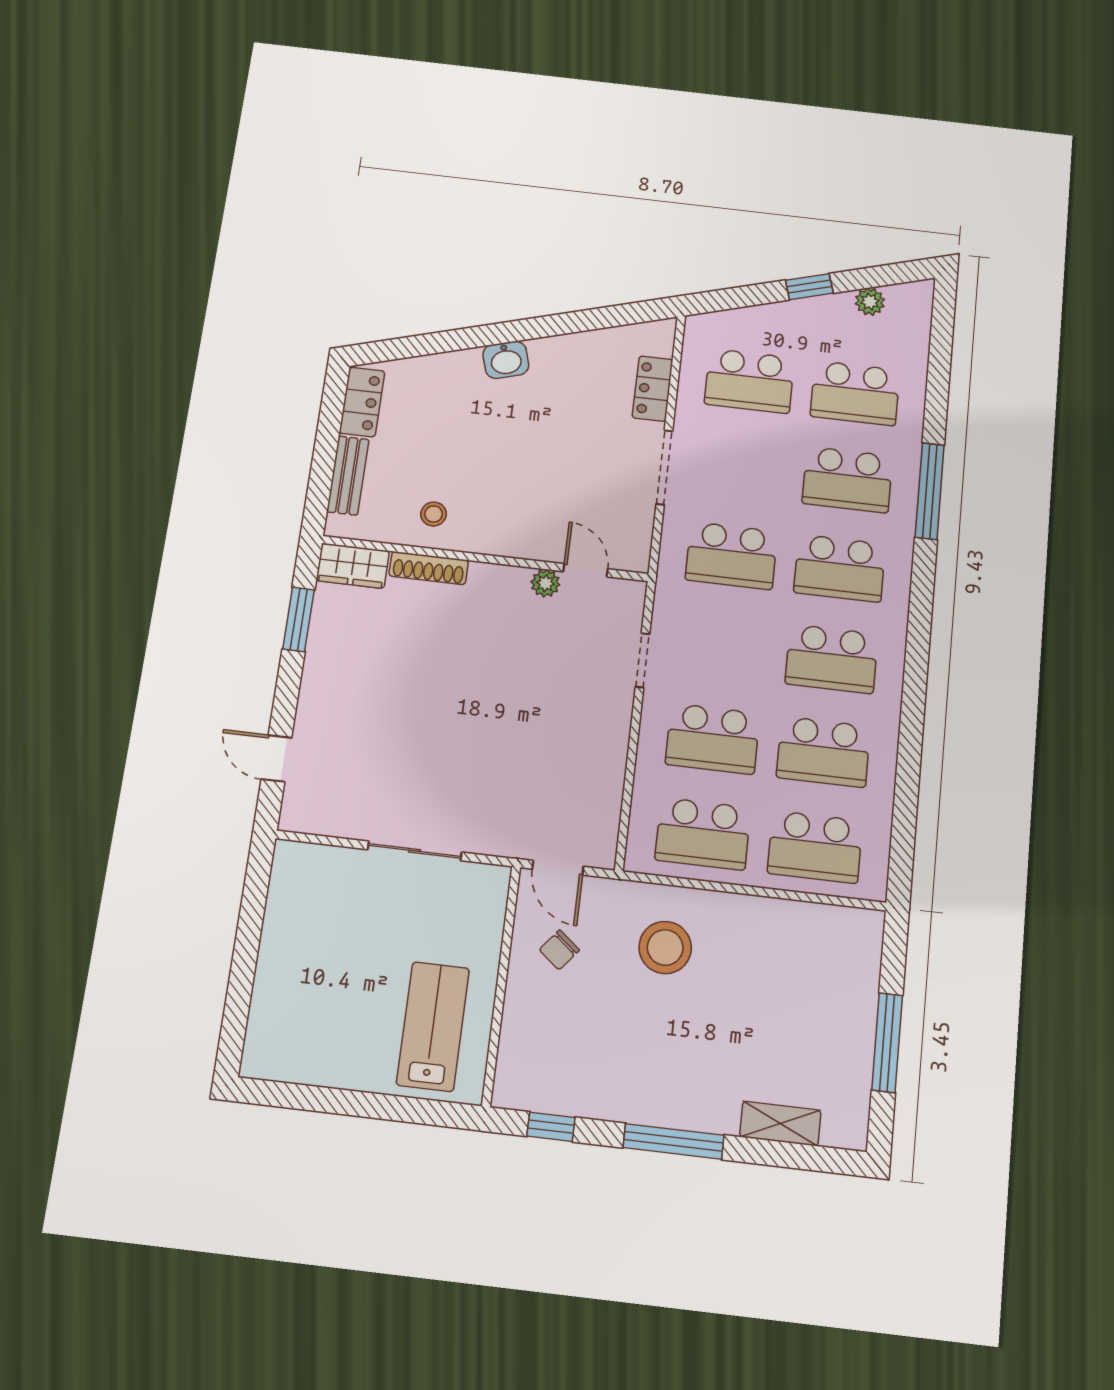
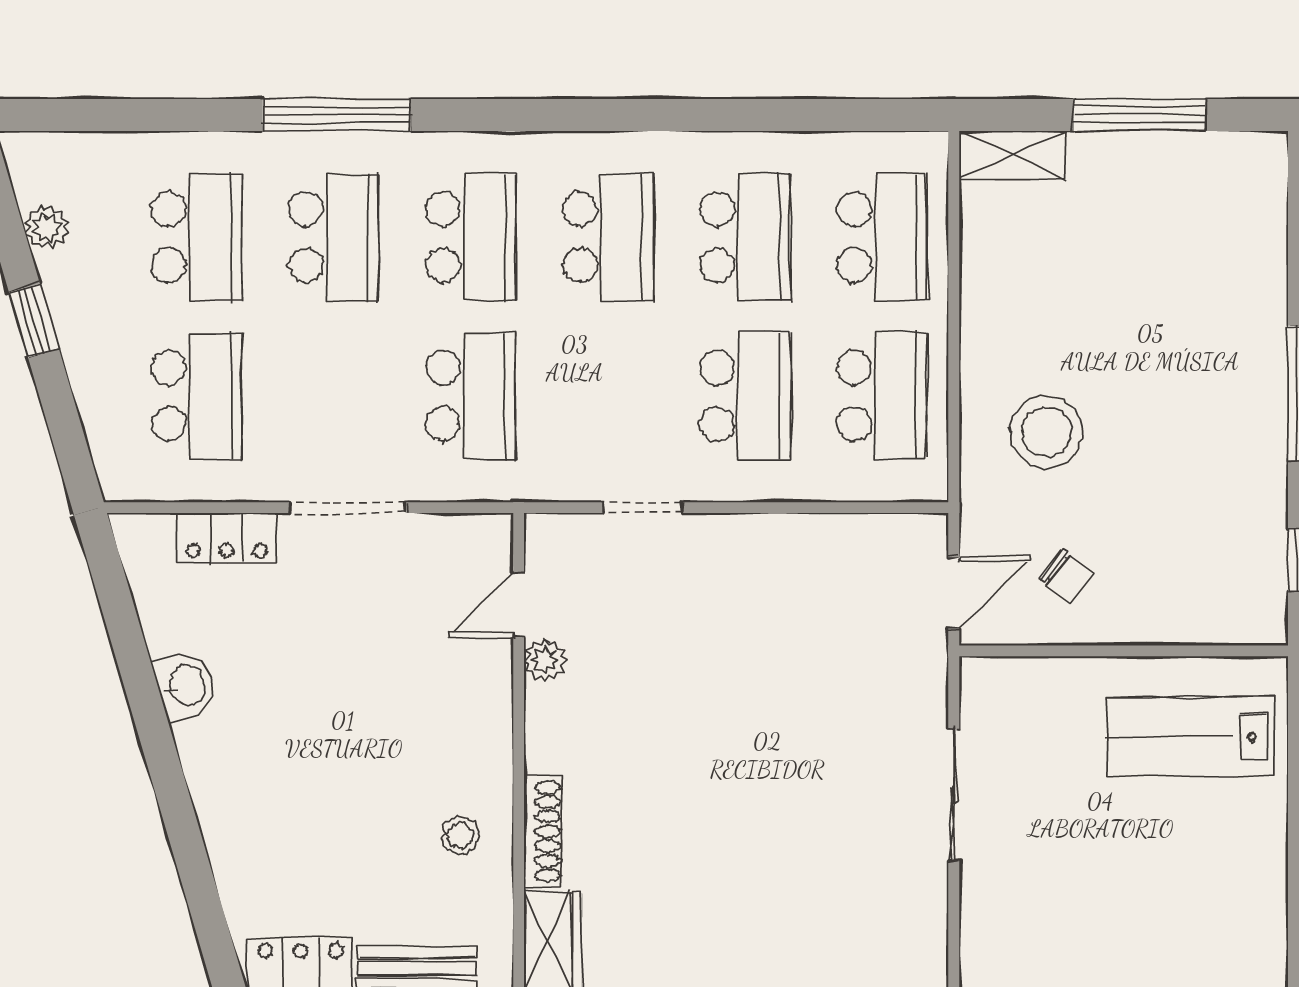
washbasin: (506, 360) -> (186, 685), moved
shelving: (780, 1124) -> (1012, 155), moved, turned 90

